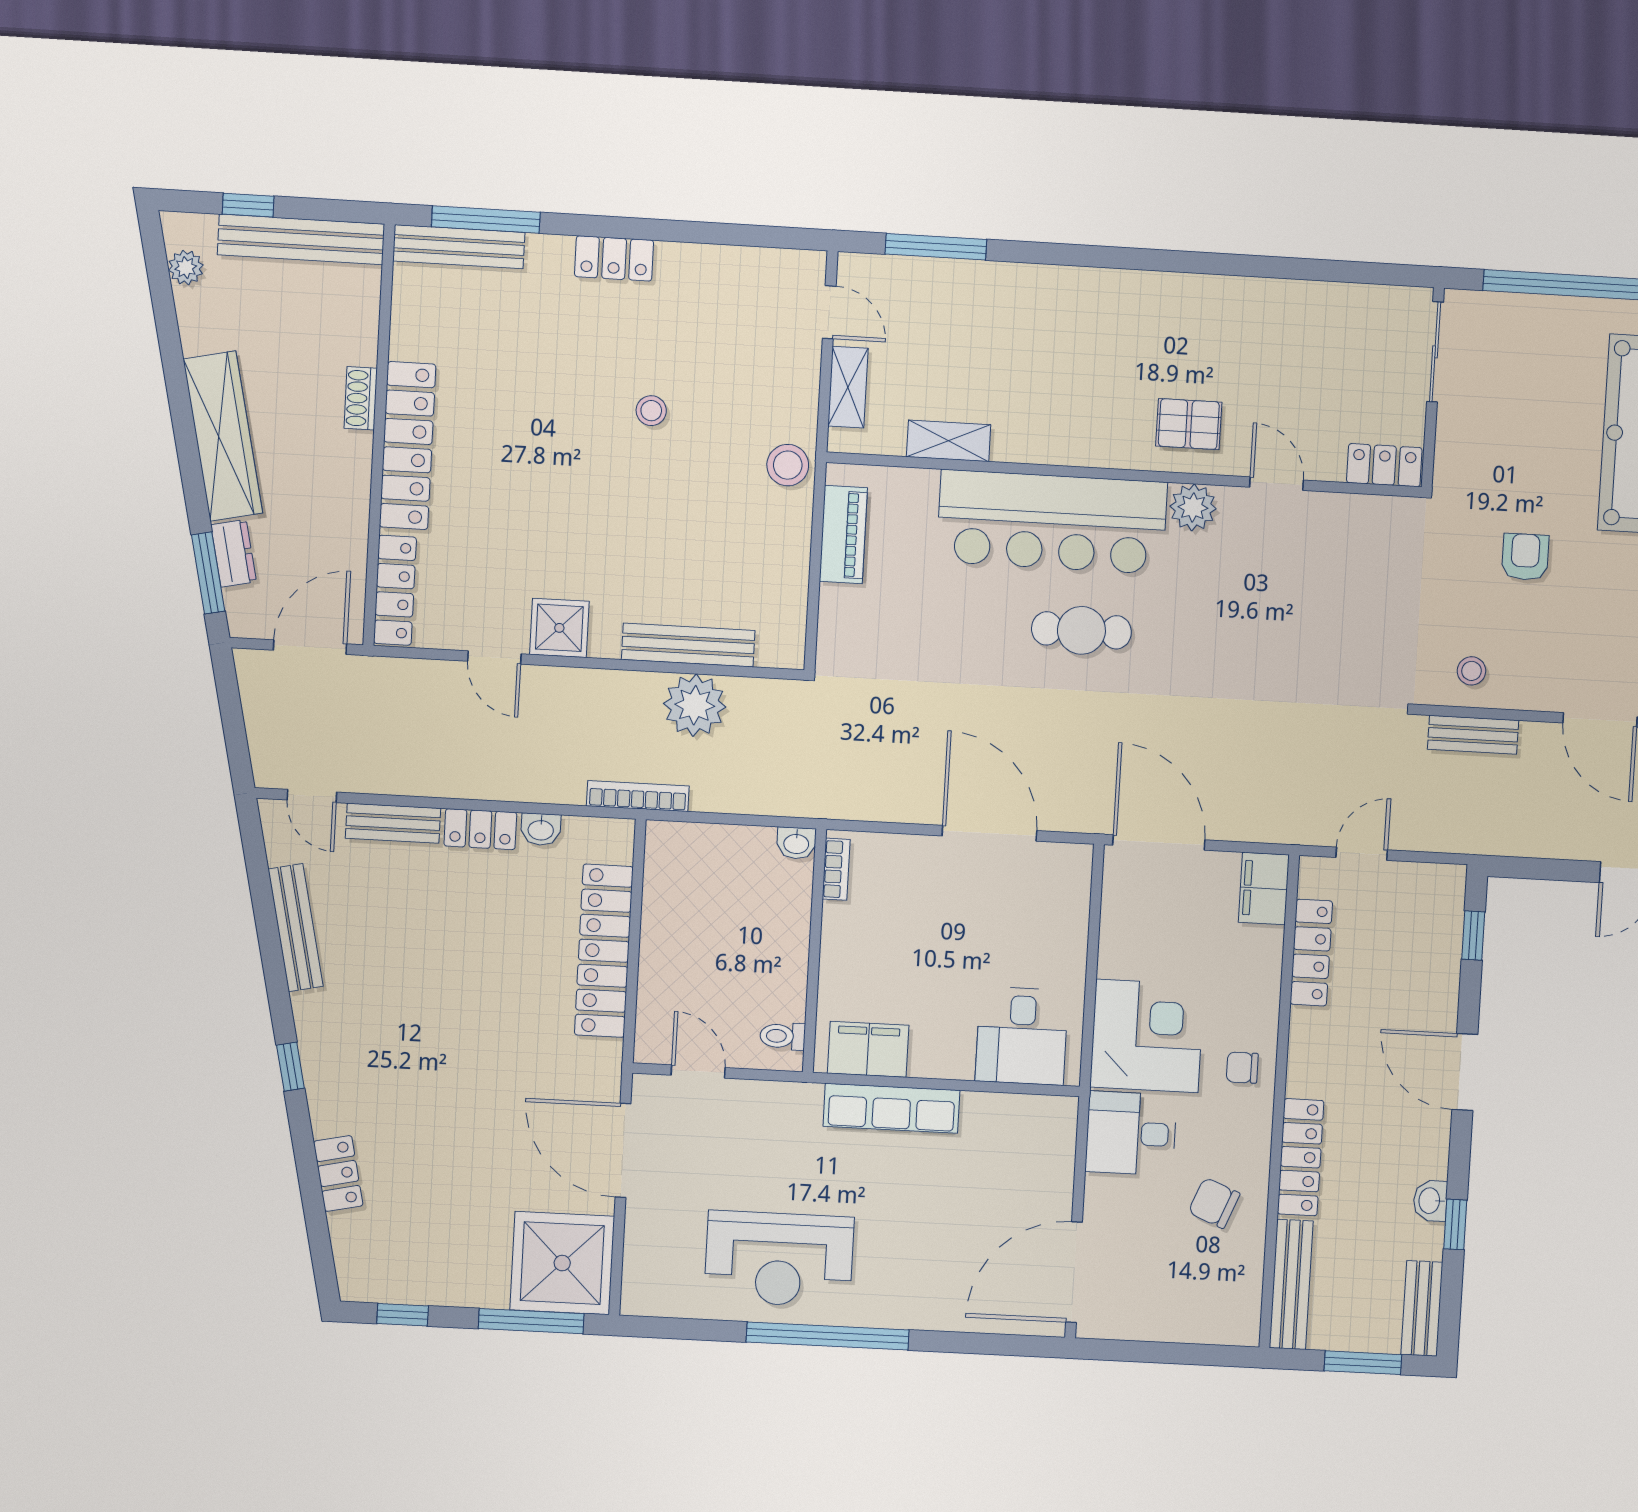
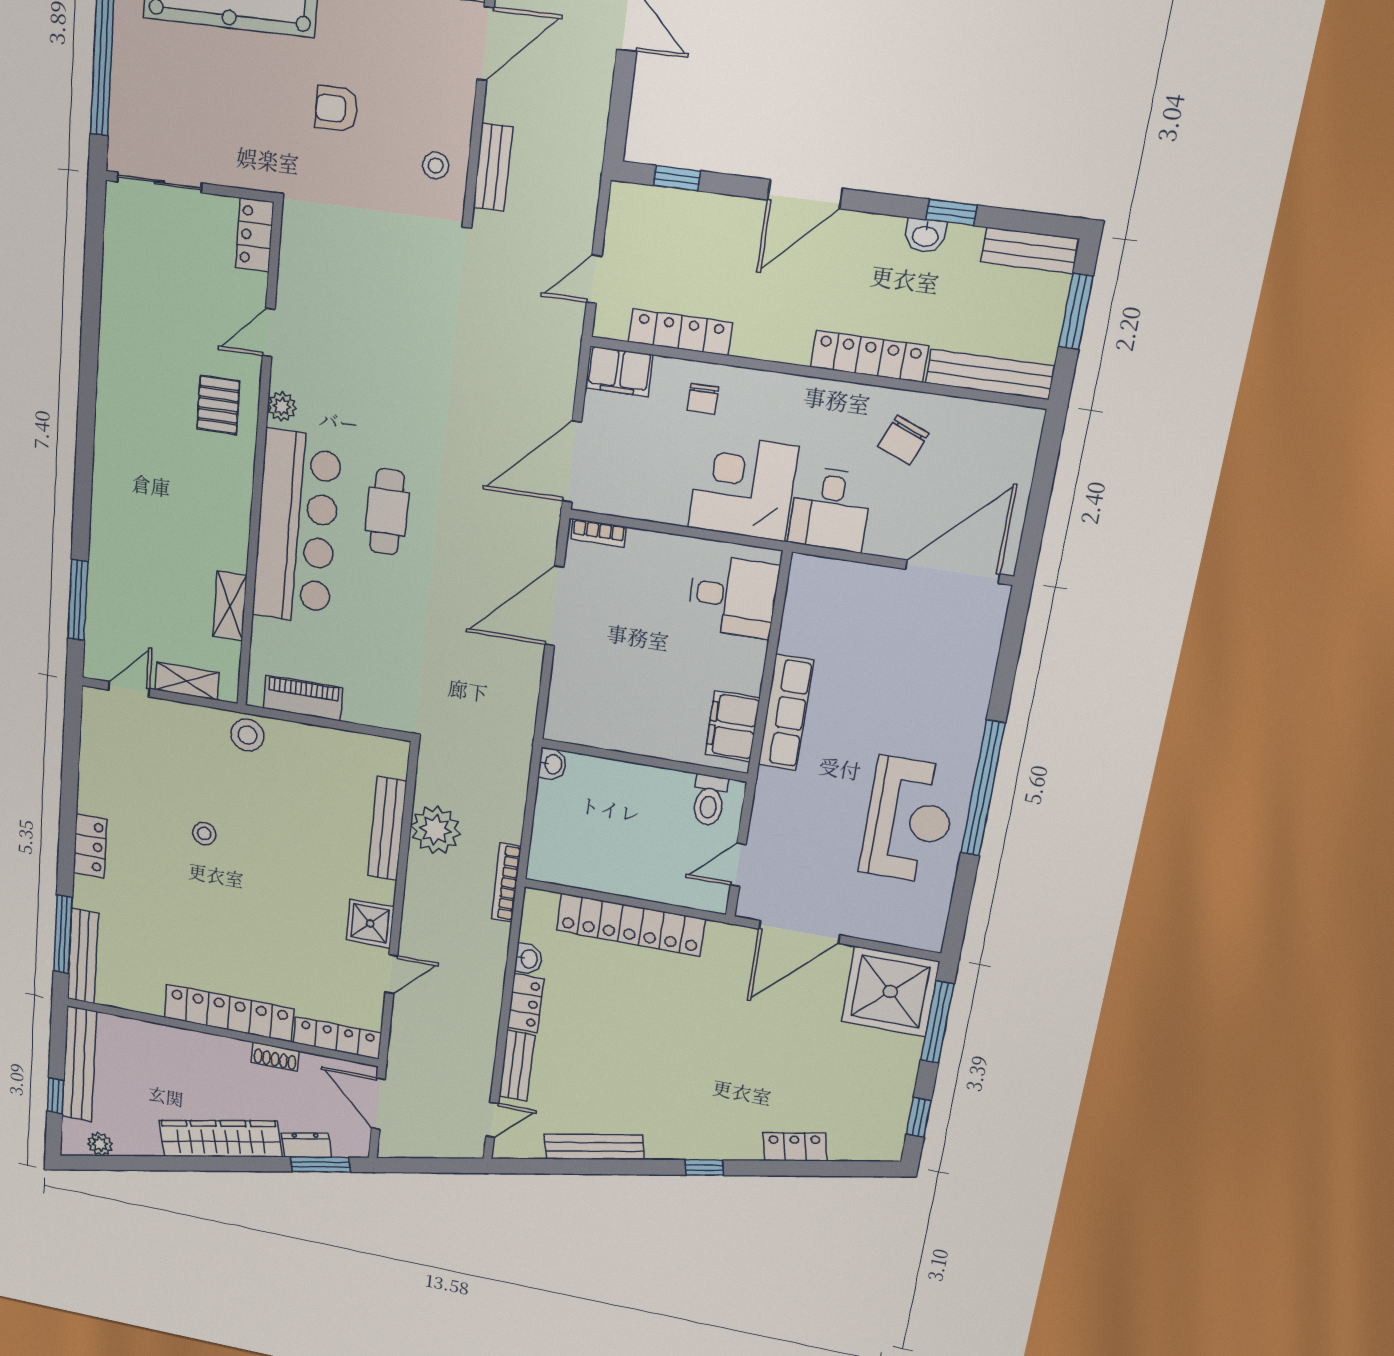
shoe rack: (361, 398) -> (275, 1057), moved
plant: (1193, 507) -> (282, 406), width x0.73, depth x0.73
door: (1362, 854) -> (594, 279), hinge flipped
bookcase: (836, 869) -> (599, 533), moved, turned 180
toilet: (783, 1036) -> (709, 800), width x1.37, depth x1.39
chair: (1242, 1068) -> (703, 399), moved
door: (1074, 1272) -> (952, 572), swing flipped

